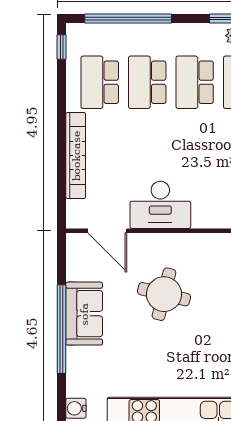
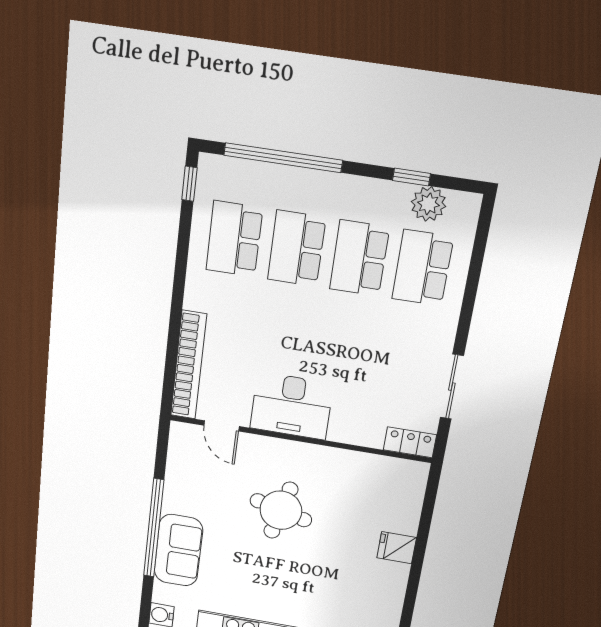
bookcase: (76, 156) -> (189, 365), moved
door: (107, 231) -> (222, 426), width x0.73
sofa: (84, 314) -> (178, 550), moved

